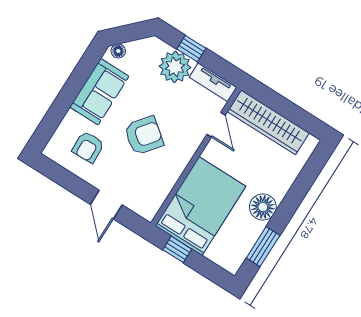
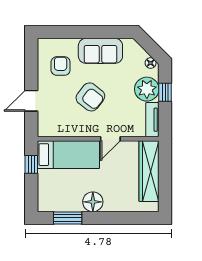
floor lamp: (118, 51) -> (151, 63), moved
door: (216, 125) -> (110, 139), moved
armchair: (88, 147) -> (61, 66), turned 92
bed: (200, 206) -> (68, 155), width x0.67

